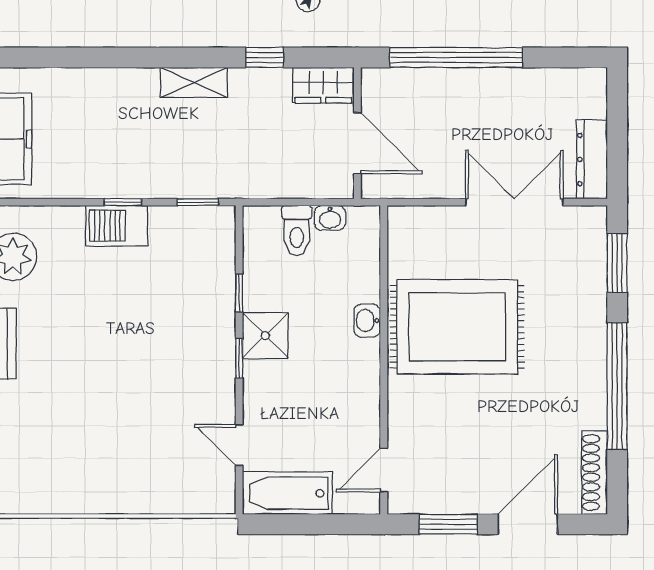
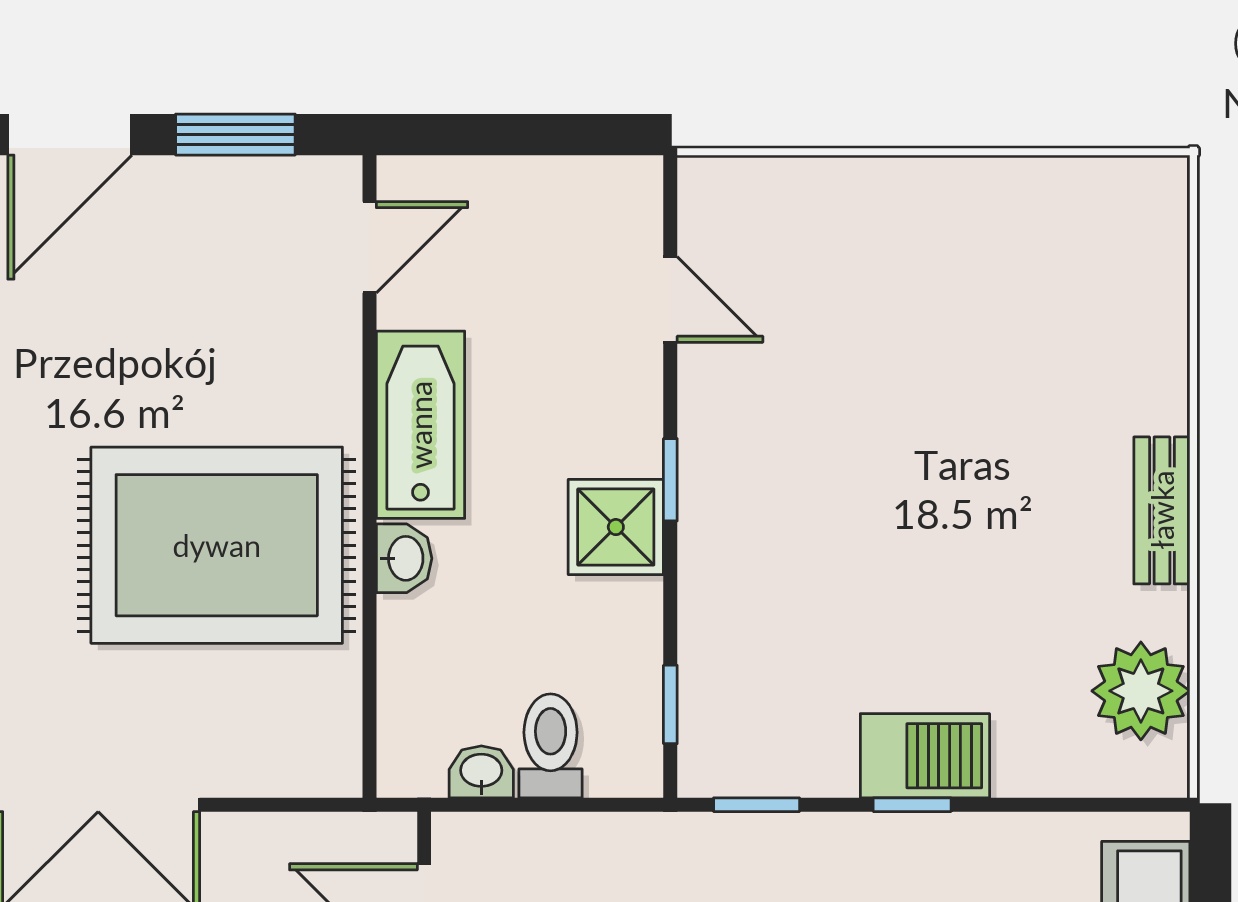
window: (239, 293) -> (670, 704), moved
bathtub: (287, 493) -> (420, 425), moved, turned -90

